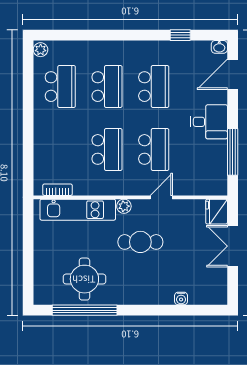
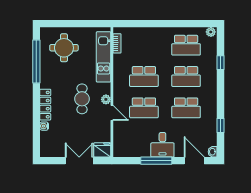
window: (86, 35) -> (220, 63), added
window: (233, 152) -> (156, 161), moved
plant: (124, 206) -> (106, 99), moved
round table: (84, 279) -> (64, 48), moved
locker: (149, 297) -> (45, 105), added

